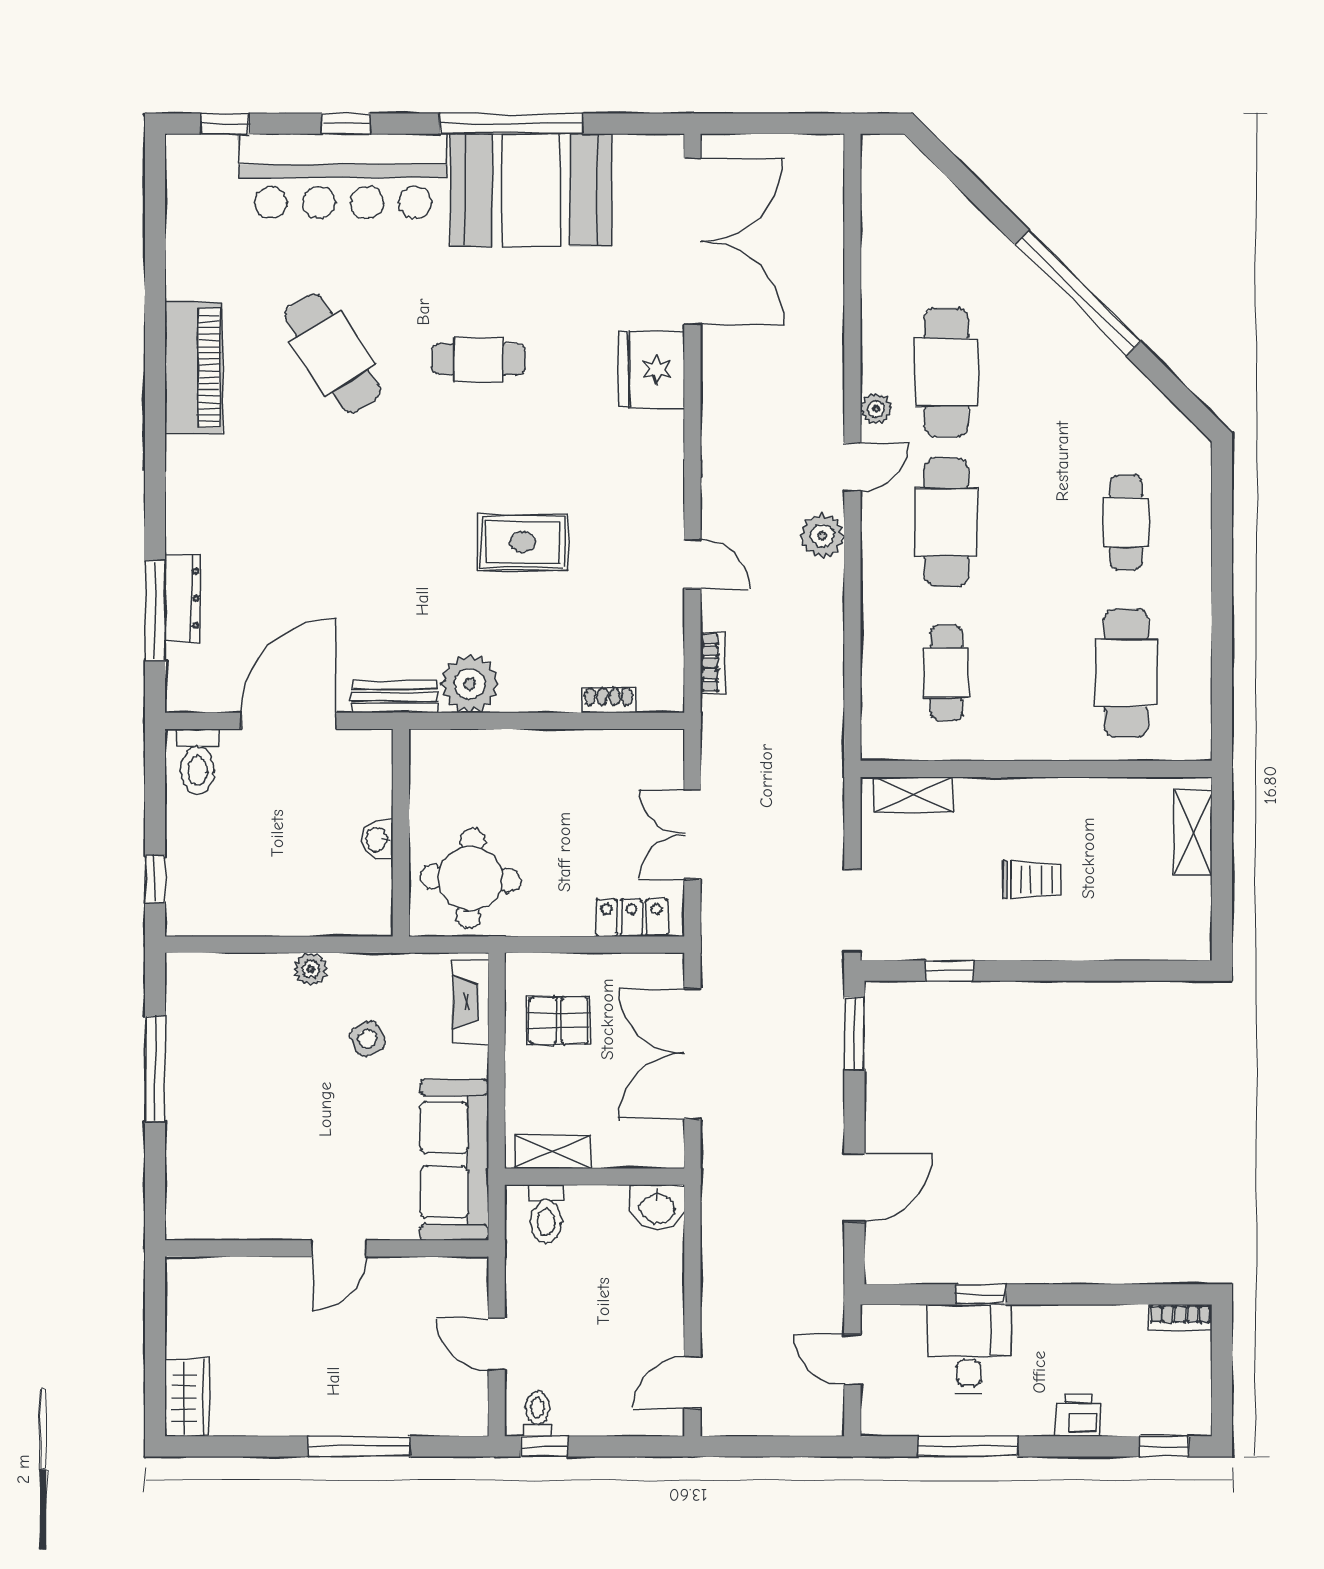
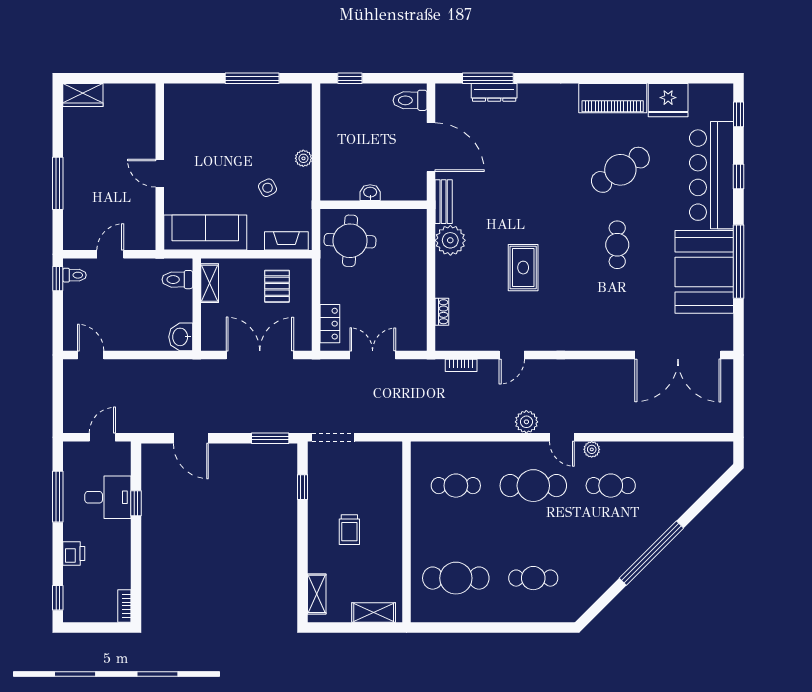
fridge: (652, 369) -> (668, 100), moved, turned 180
cafe table: (946, 372) -> (611, 486), width x0.73, depth x0.74
shelving: (913, 795) -> (317, 594), moved

